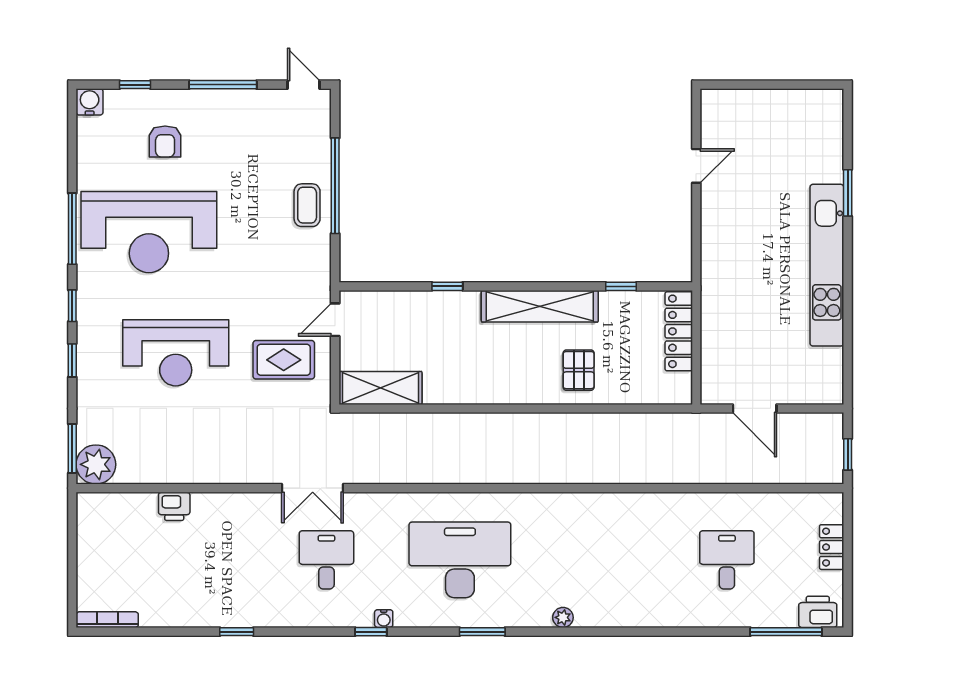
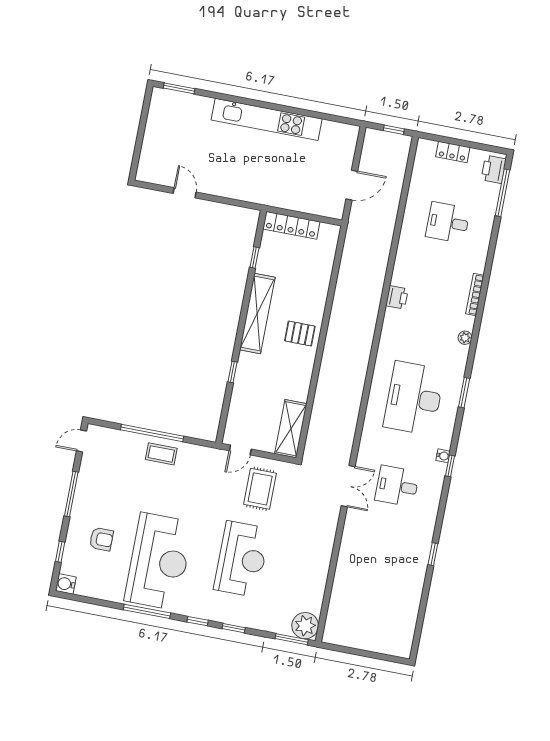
window: (848, 193) -> (179, 88), moved
door: (335, 320) -> (240, 450), hinge flipped
pallet: (579, 370) -> (300, 334), moved
printer: (174, 506) -> (397, 297), moved
bookcase: (107, 620) -> (475, 295), moved

